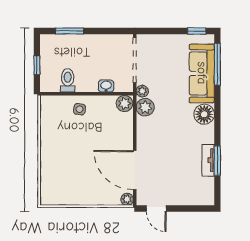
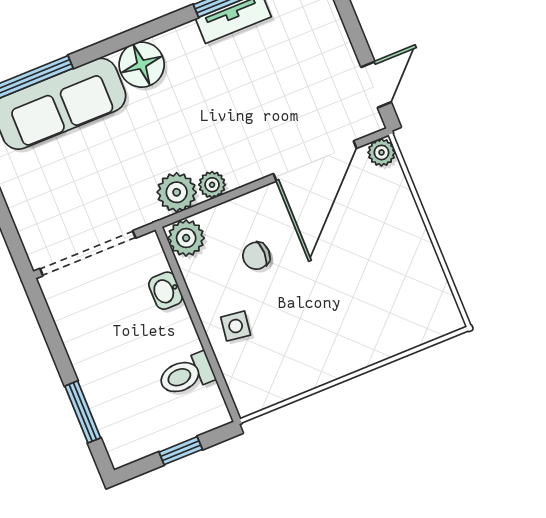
plant: (142, 91) -> (212, 185), moved
chair: (105, 130) -> (256, 256), added

